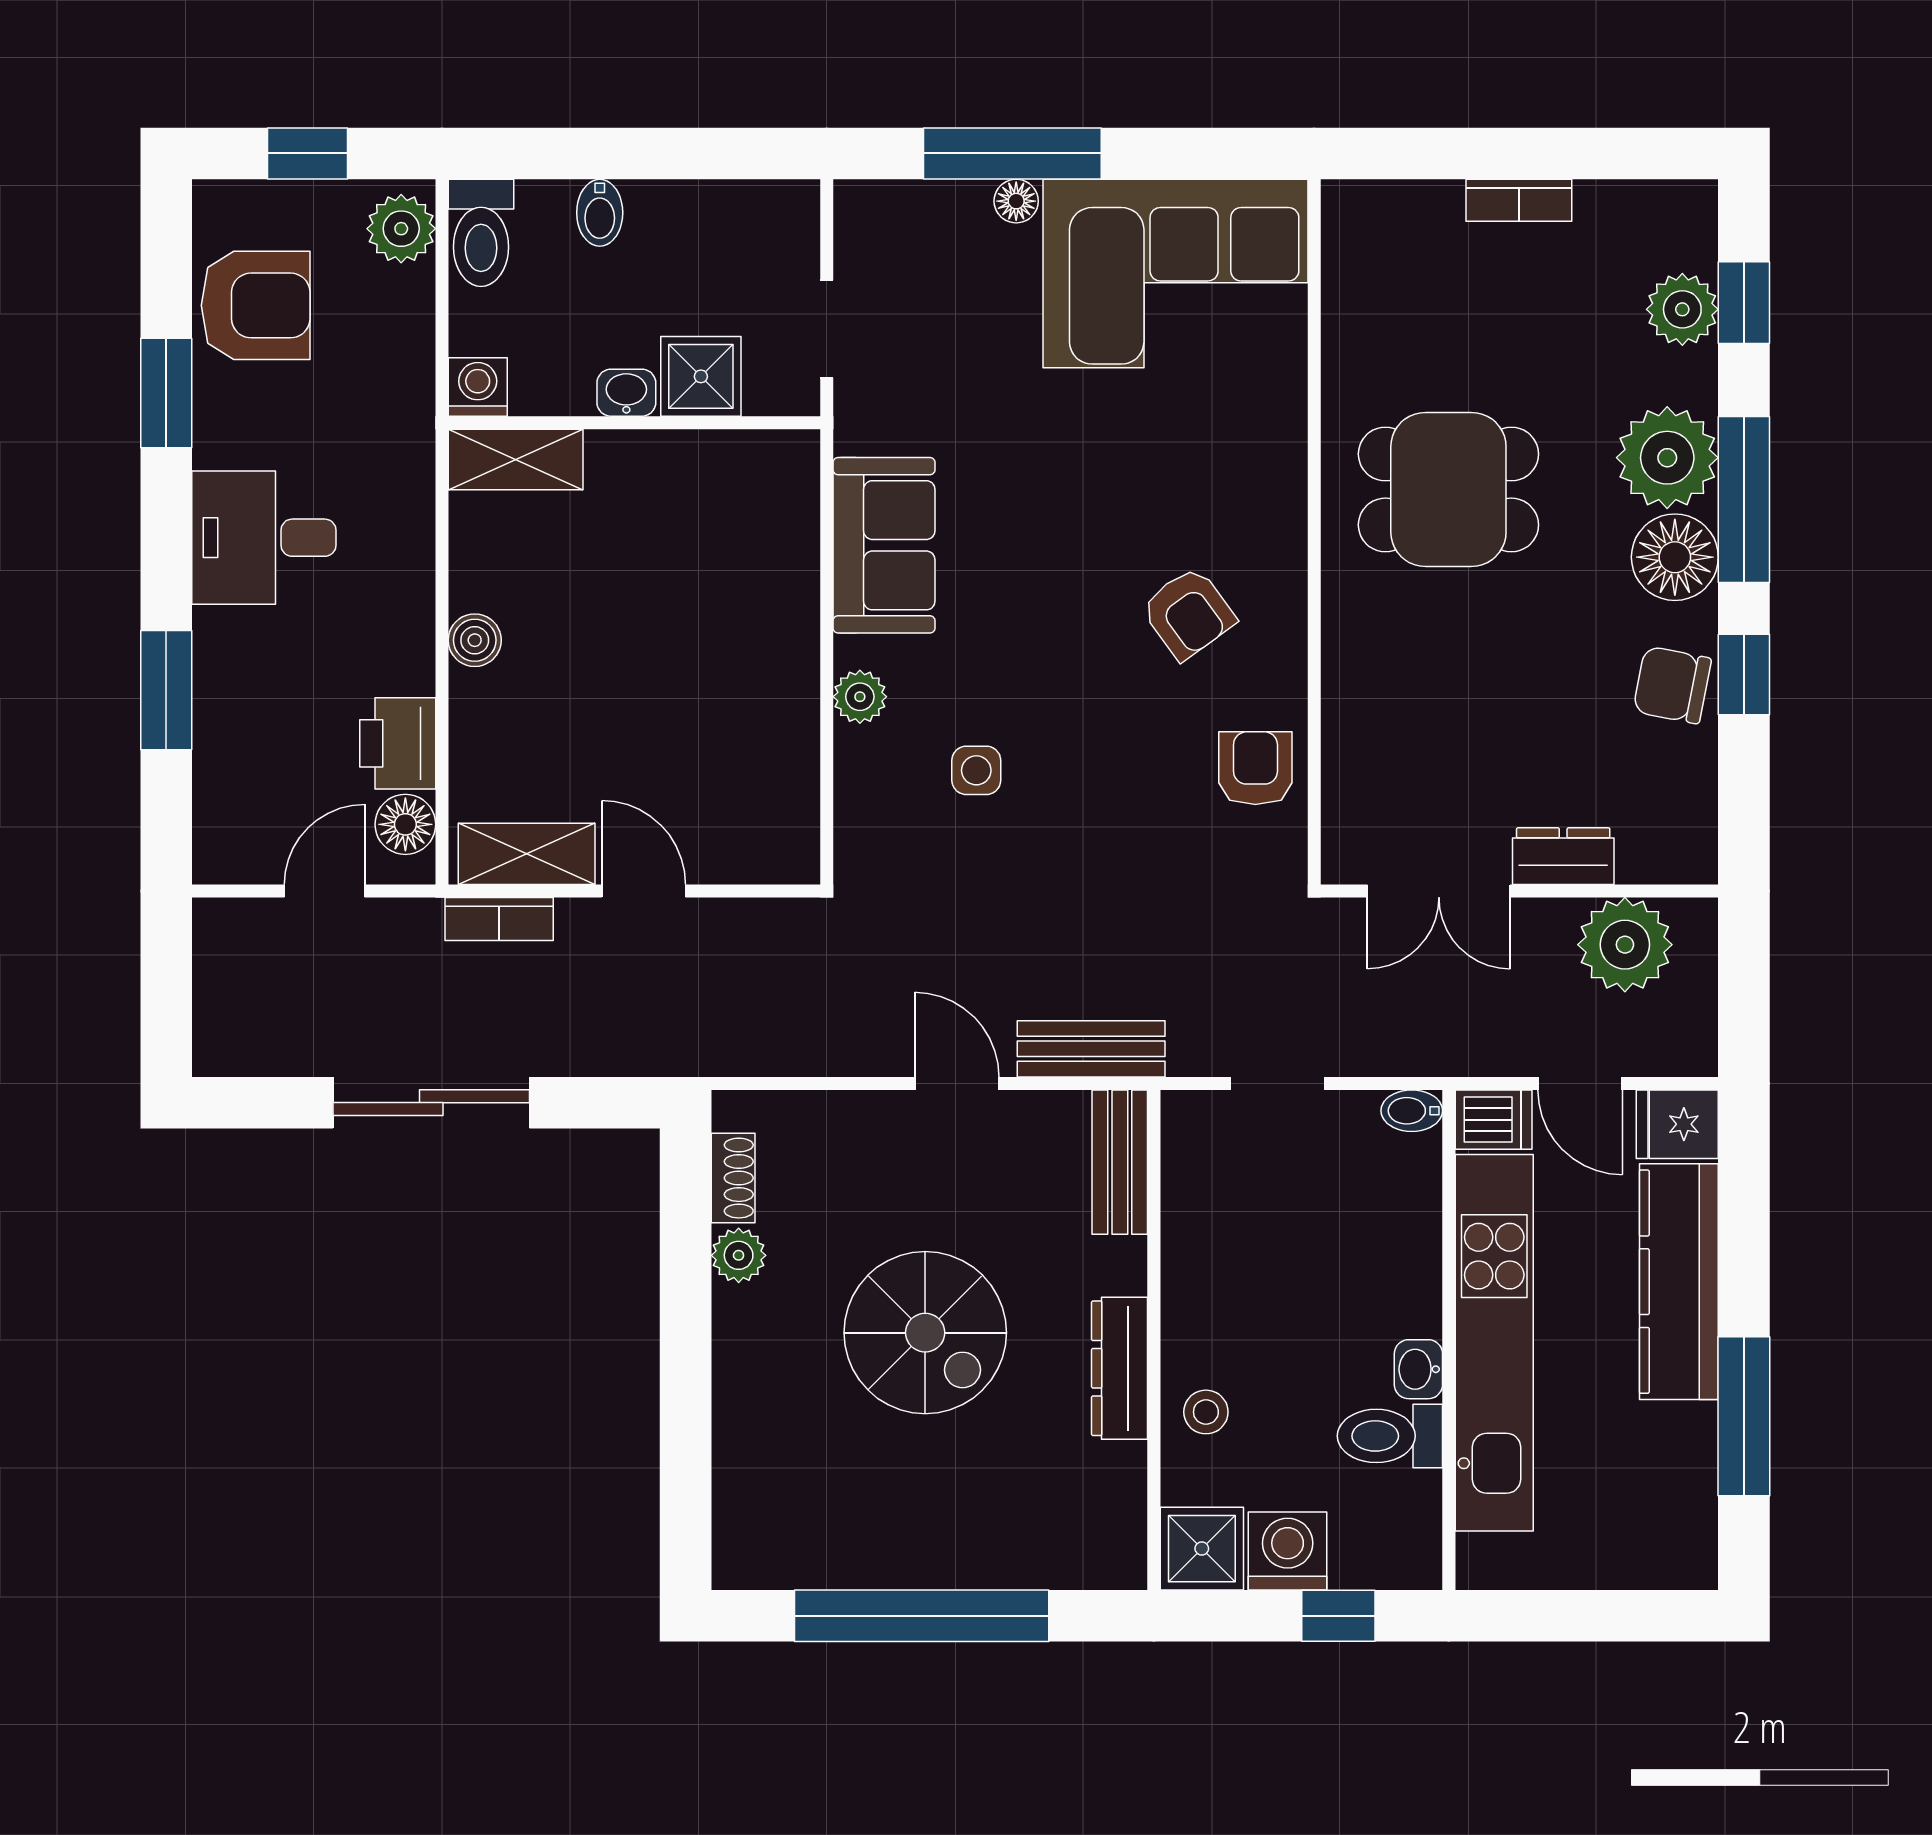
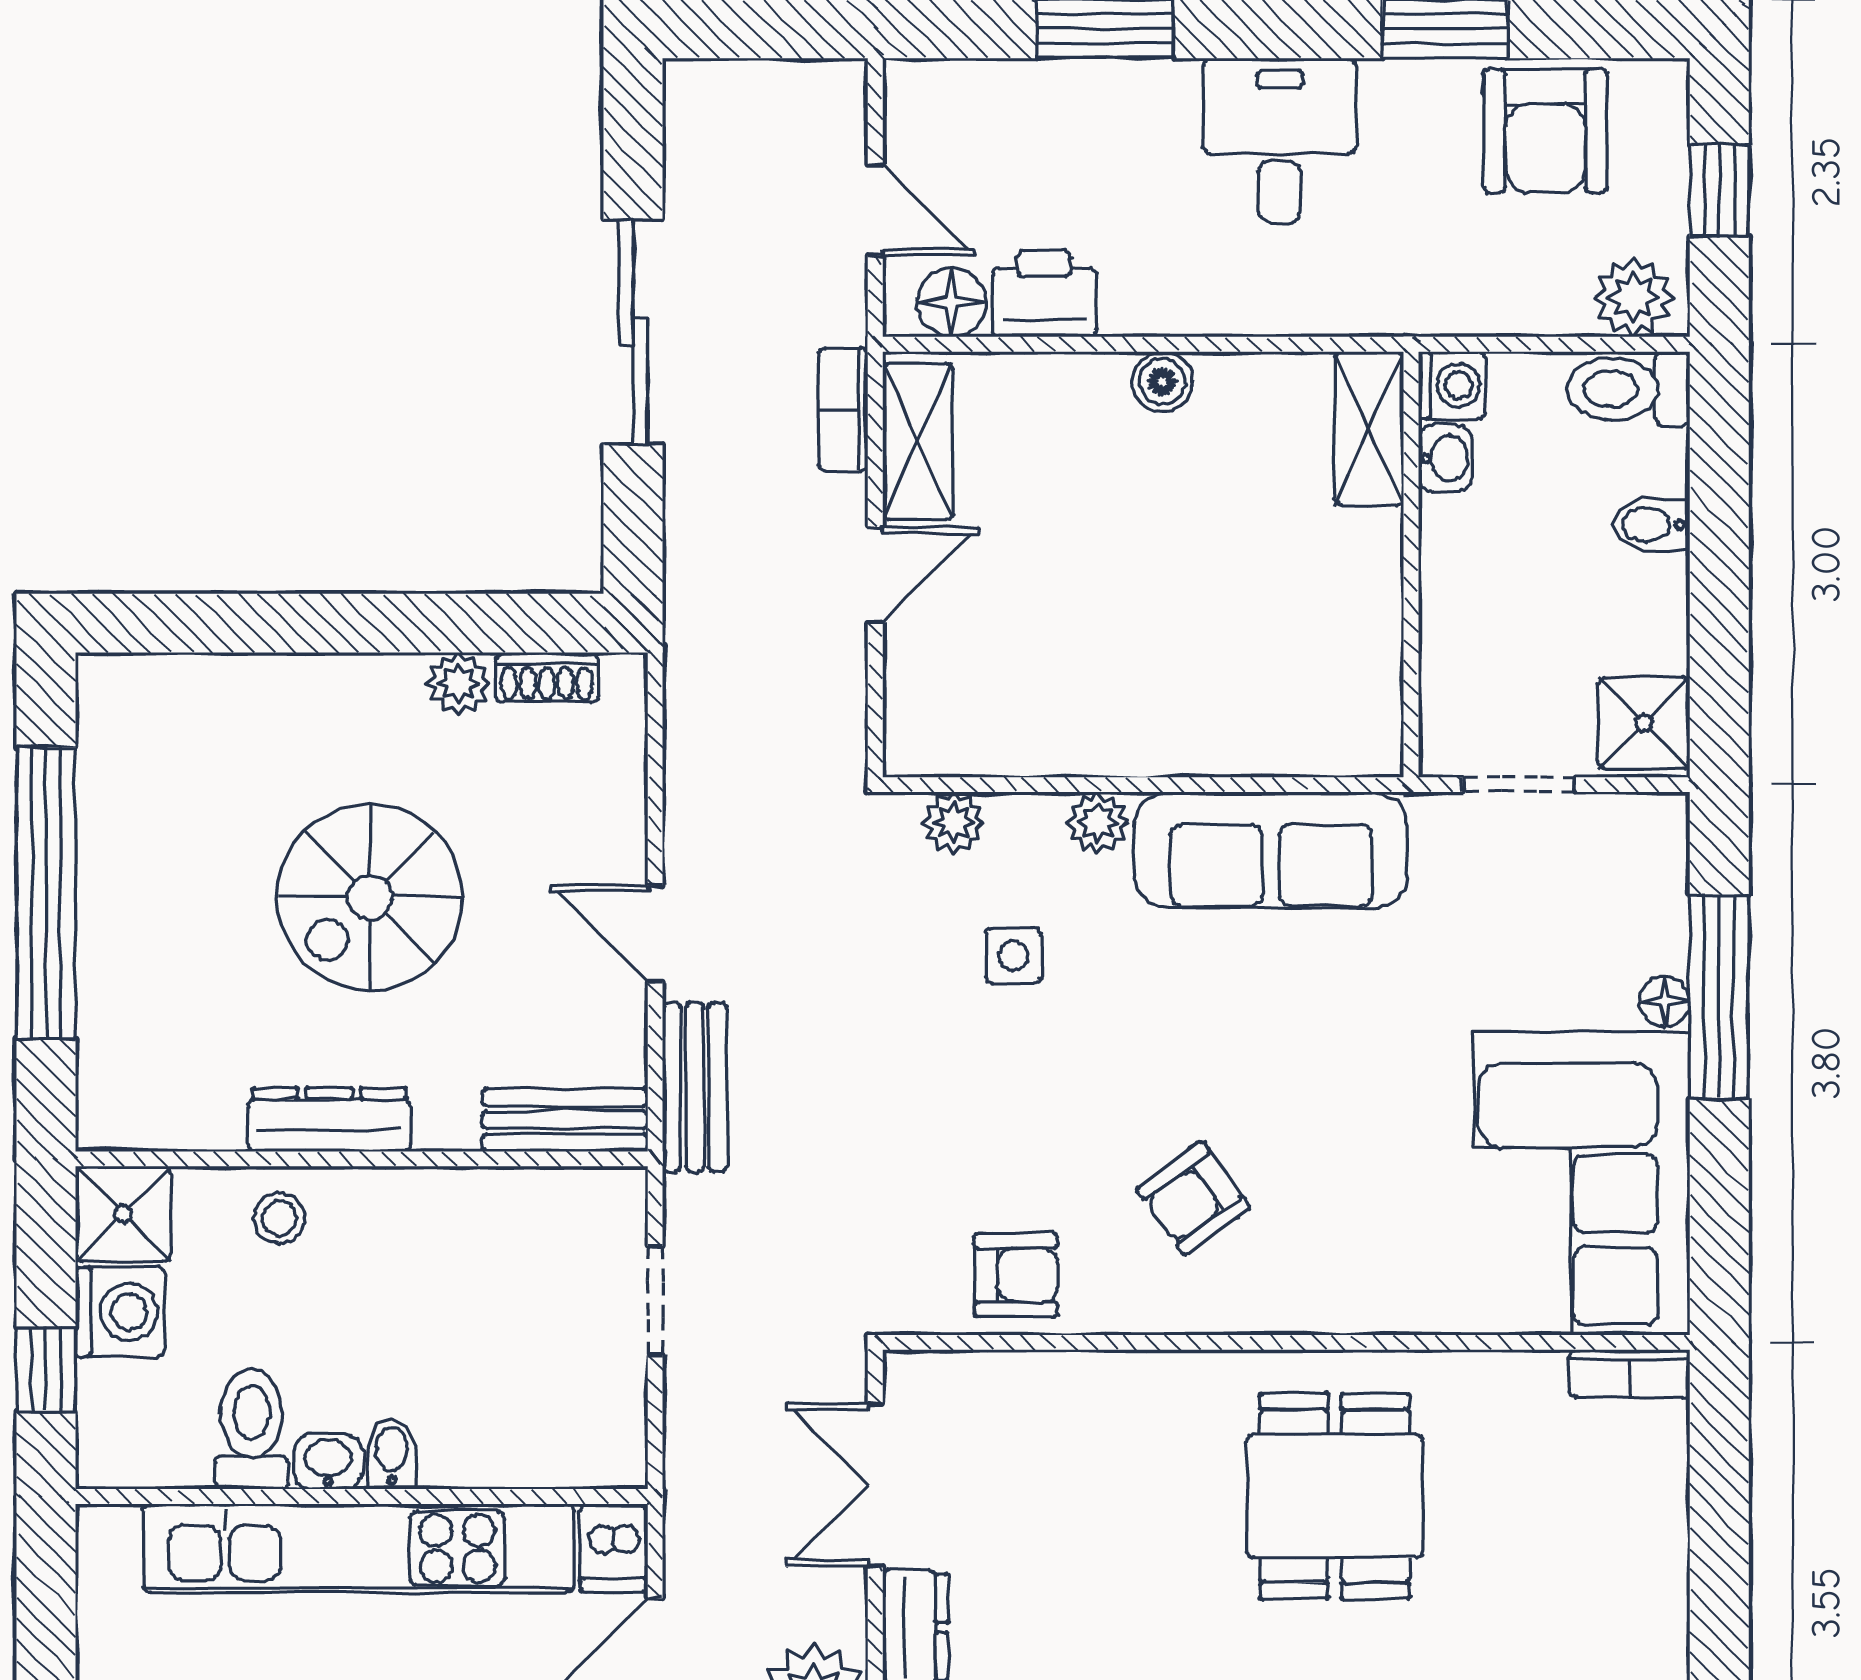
bookcase: (1519, 200) -> (1630, 1374), moved, turned -90
shower: (701, 376) -> (1644, 723), moved
washbasin: (626, 393) -> (1445, 458), moved
sofa: (884, 545) -> (1271, 850), width x1.36
plant: (860, 822) -> (954, 823), added
door: (957, 1083) -> (655, 933), swing flipped
bidet: (1412, 1111) -> (392, 1454), moved

